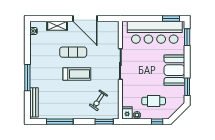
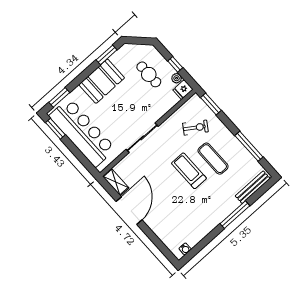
shelving: (57, 26) -> (116, 182), moved
exercise mat: (73, 52) -> (213, 159), moved
window: (157, 122) -> (175, 64), moved

